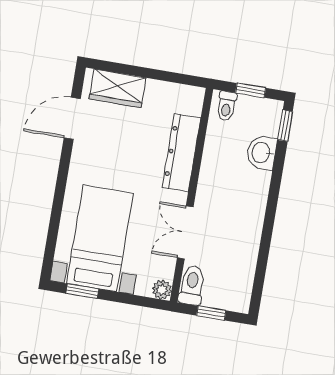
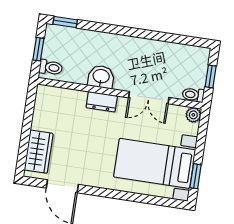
dresser: (181, 153) -> (102, 102), width x0.51, depth x0.80
washbasin: (262, 153) -> (101, 77), moved, turned 180
toilet: (192, 285) -> (193, 95), width x0.73, depth x0.72

